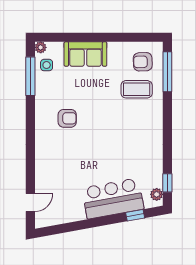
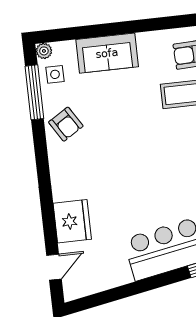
armchair: (67, 118) -> (66, 124), moved, turned 58
fridge: (47, 171) -> (72, 221), added

